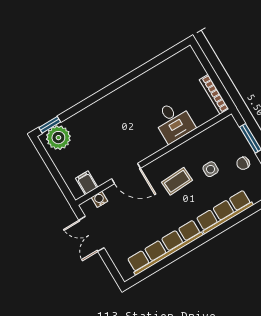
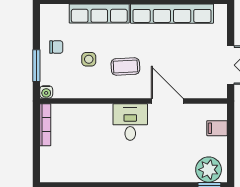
desk: (174, 122) -> (130, 122), moved
filing cabinet: (87, 183) -> (217, 128), moved, turned 90
water cooler: (99, 199) -> (46, 92), moved

